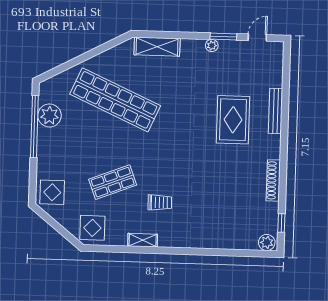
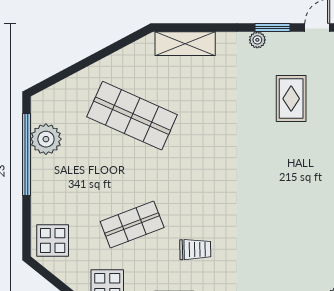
shop shelf: (115, 100) -> (132, 116), width x0.71
rug: (233, 120) -> (291, 99), moved, width x0.73, depth x0.70

